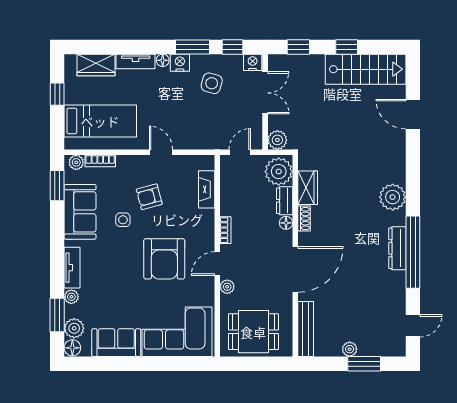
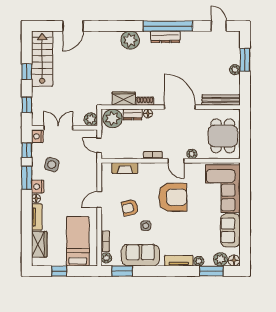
armchair: (149, 197) -> (130, 208), turned 92

